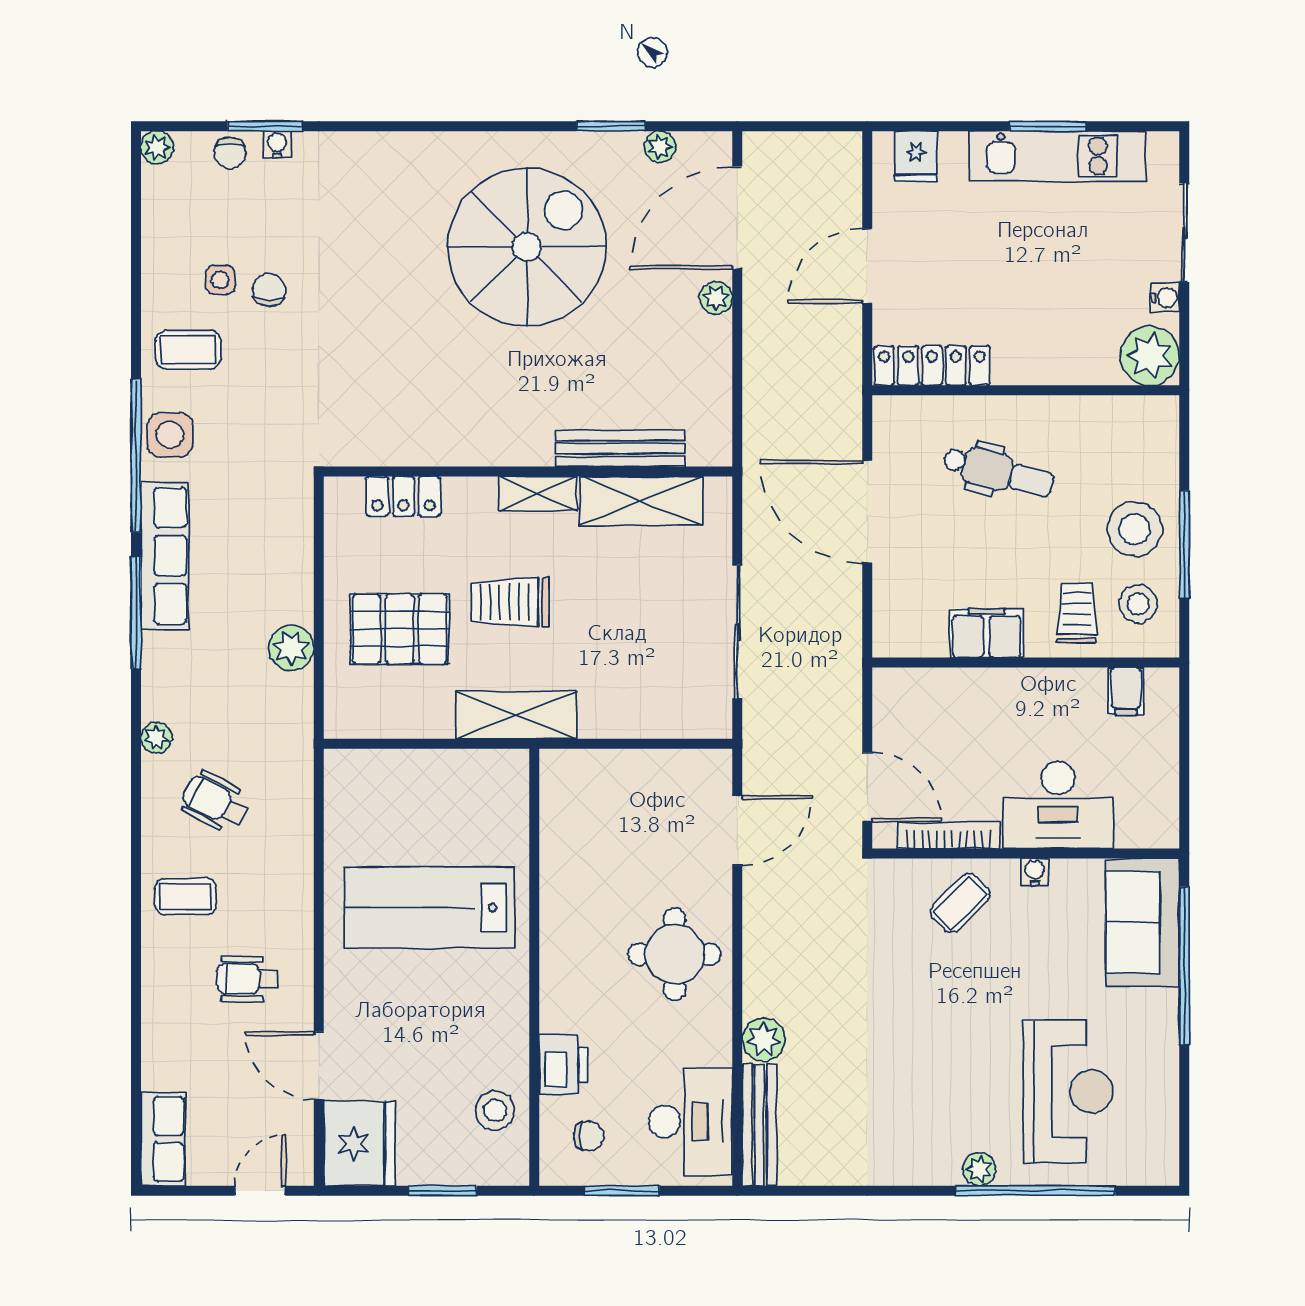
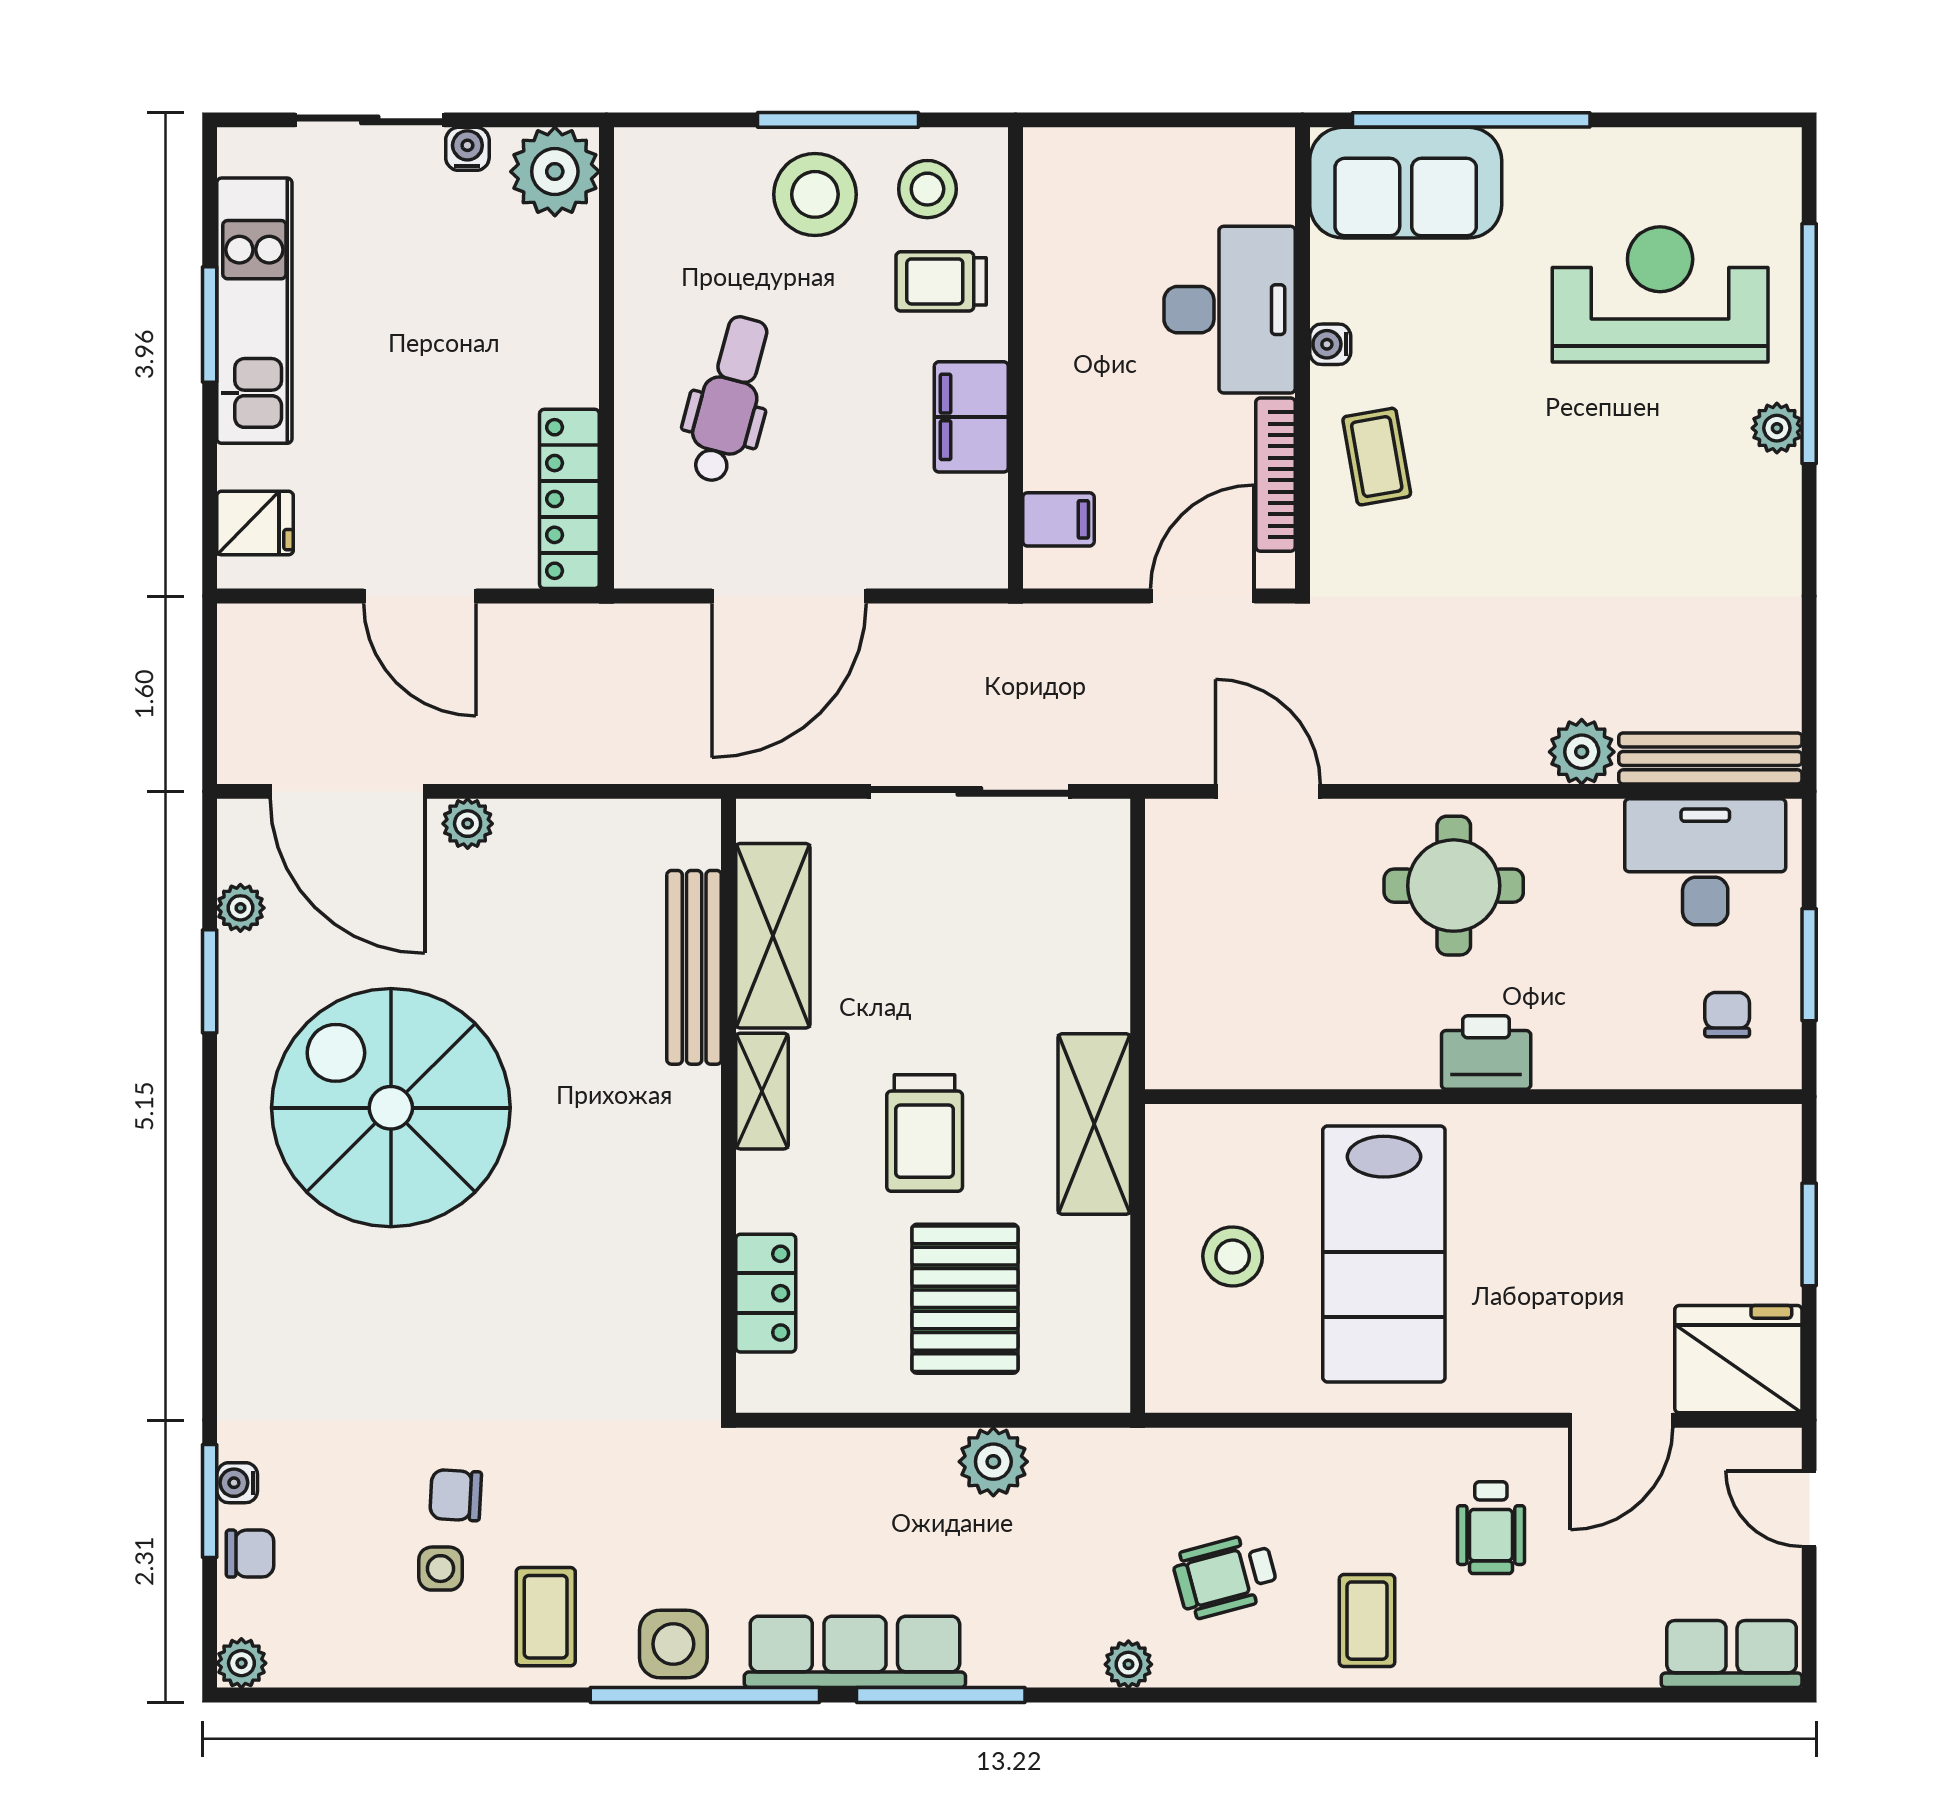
filing cabinet: (1126, 691) -> (1058, 519), moved
wheelchair: (215, 802) -> (1225, 1576), turned 47
coffee table: (960, 903) -> (1377, 457), turned 35
printer: (564, 1065) -> (1486, 1053), moved
stool: (495, 1110) -> (1233, 1256), moved

